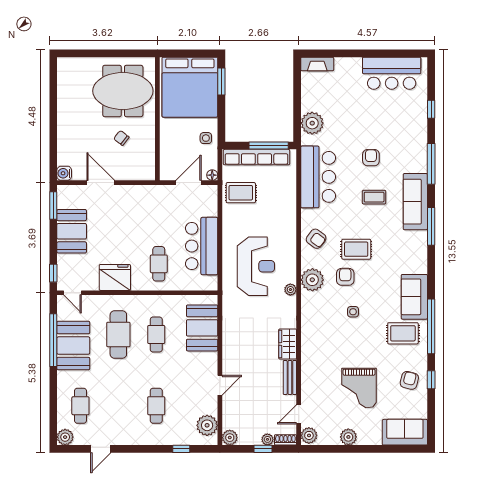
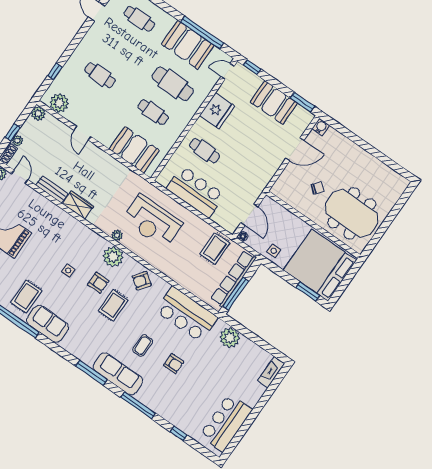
meeting table: (123, 91) -> (352, 213), turned 90

